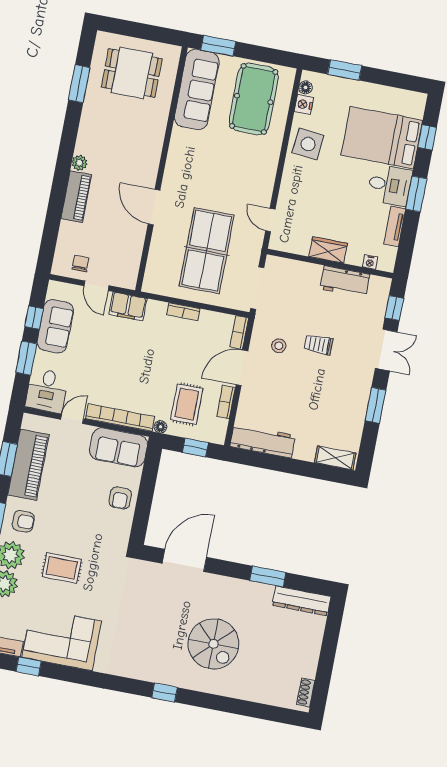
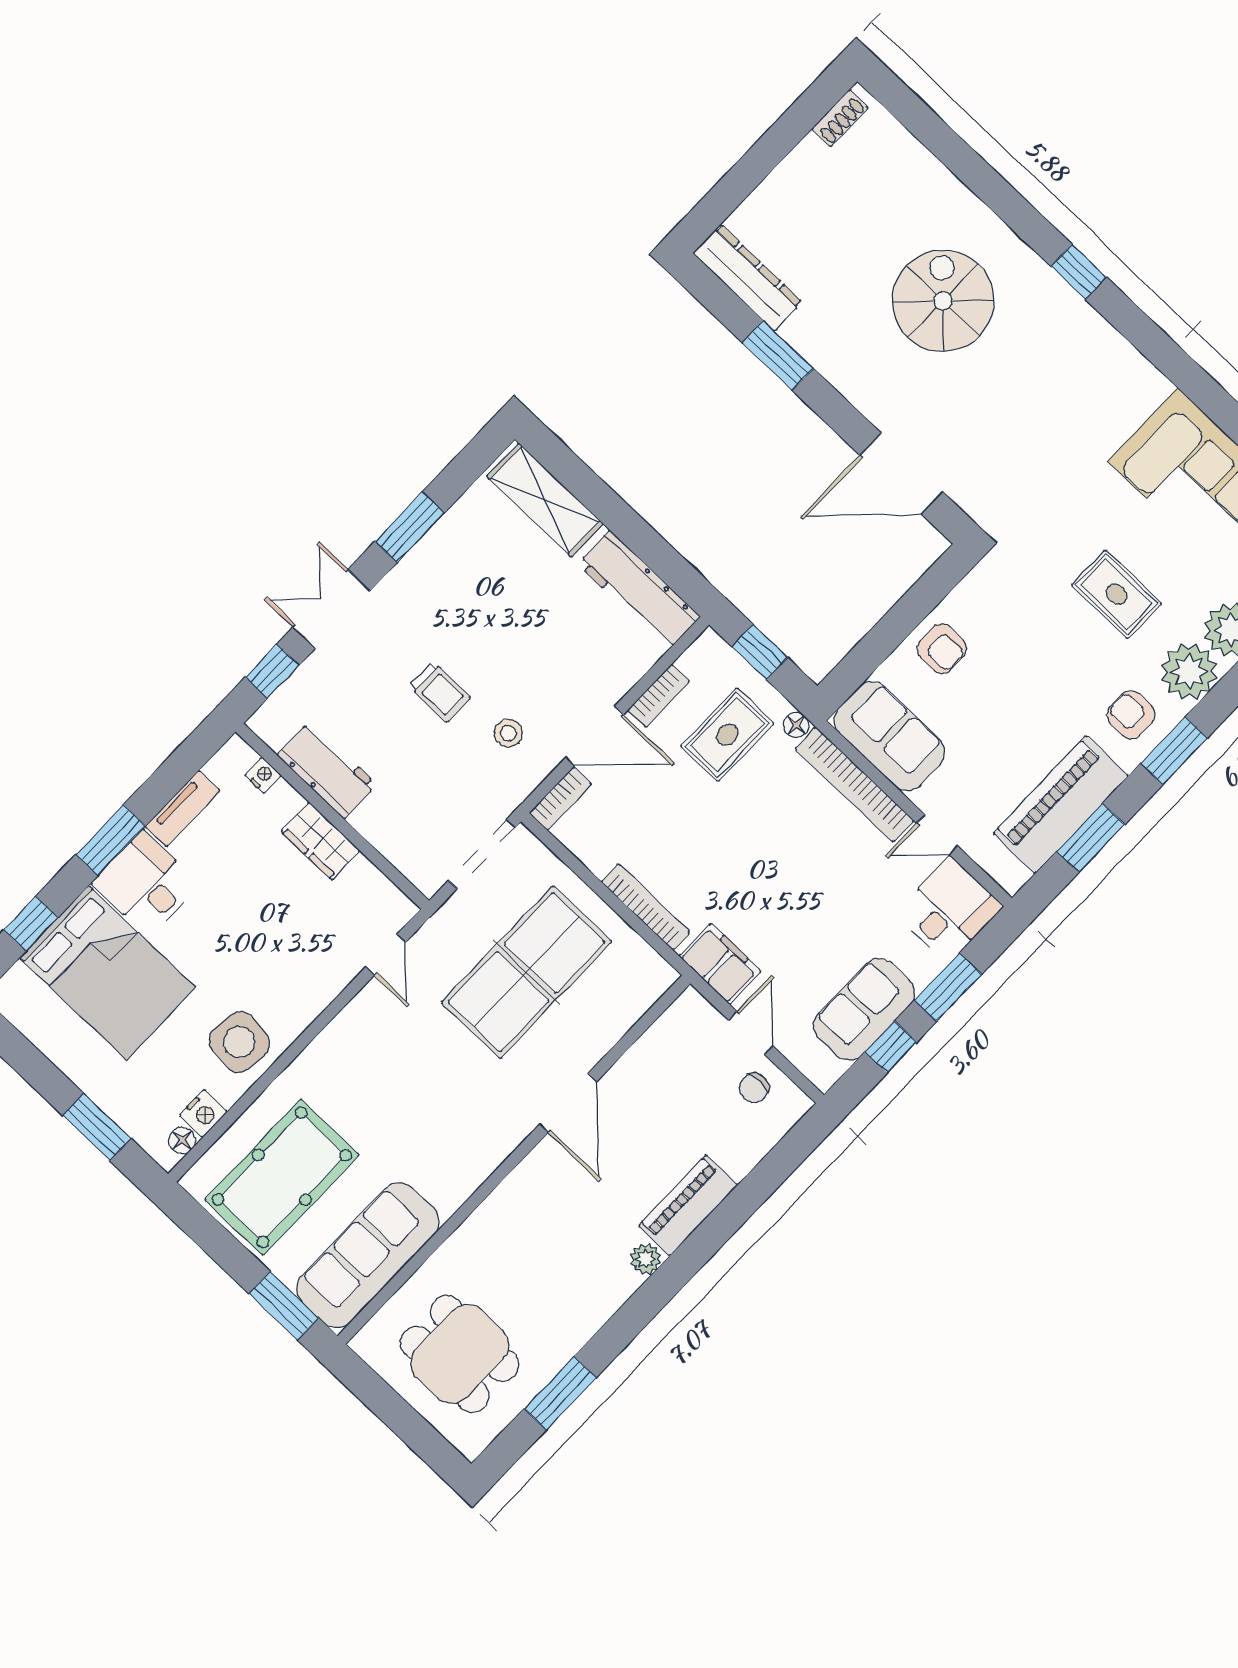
bookcase: (183, 312) -> (645, 907), width x1.56
shelving: (335, 458) -> (545, 500), width x1.50, depth x1.33
armchair: (120, 498) -> (942, 649), turned 90

